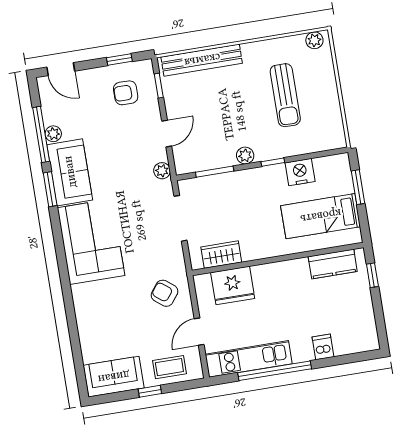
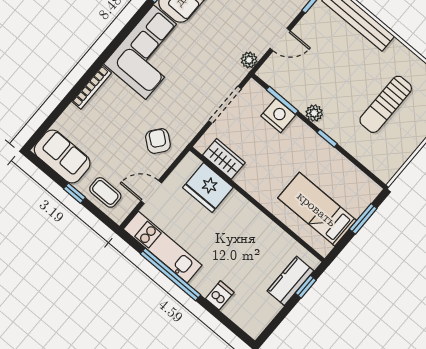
nightstand: (300, 172) -> (278, 115), moved
kitchen counter: (333, 264) -> (290, 281), moved, turned 90
bookcase: (80, 309) -> (92, 87), added

